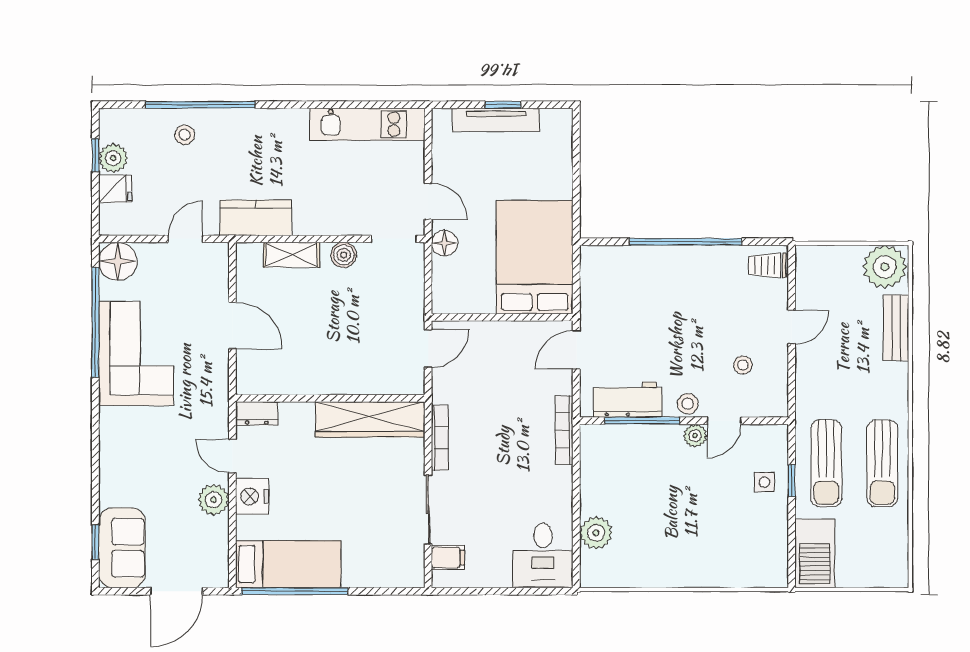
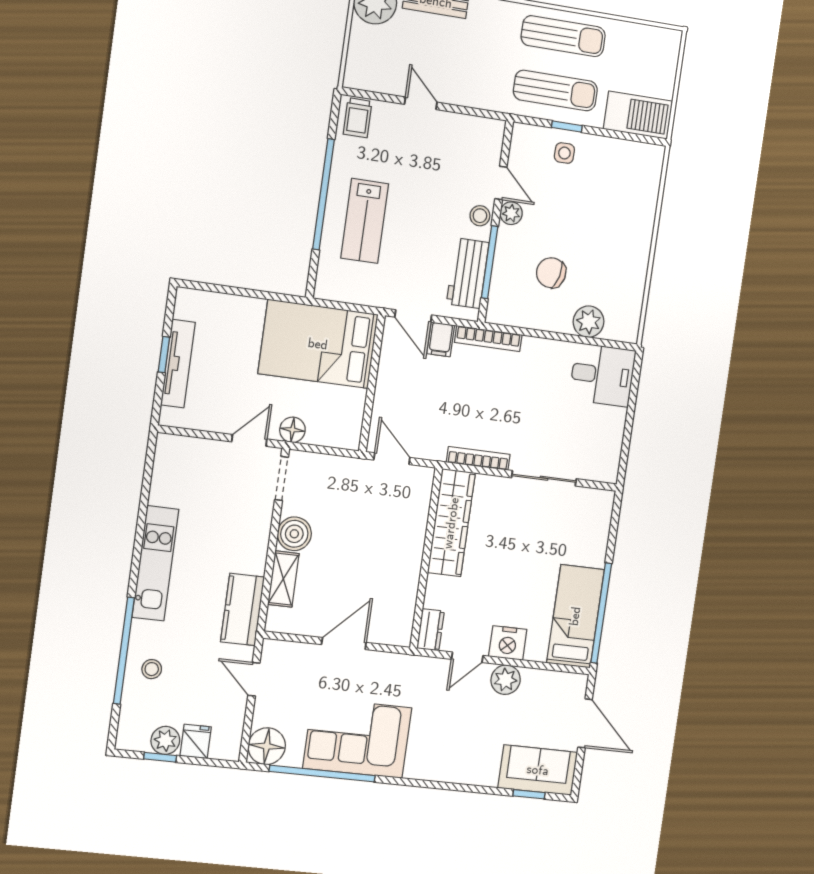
kitchen unit: (367, 124) -> (155, 563), moved
boiler: (344, 255) -> (294, 534), width x1.36, depth x1.36
lab bench: (665, 287) -> (365, 221), added
stool: (743, 365) -> (450, 157), removed
chair: (641, 486) -> (551, 273), added
filing cabinet: (448, 557) -> (441, 339), moved, turned 180

